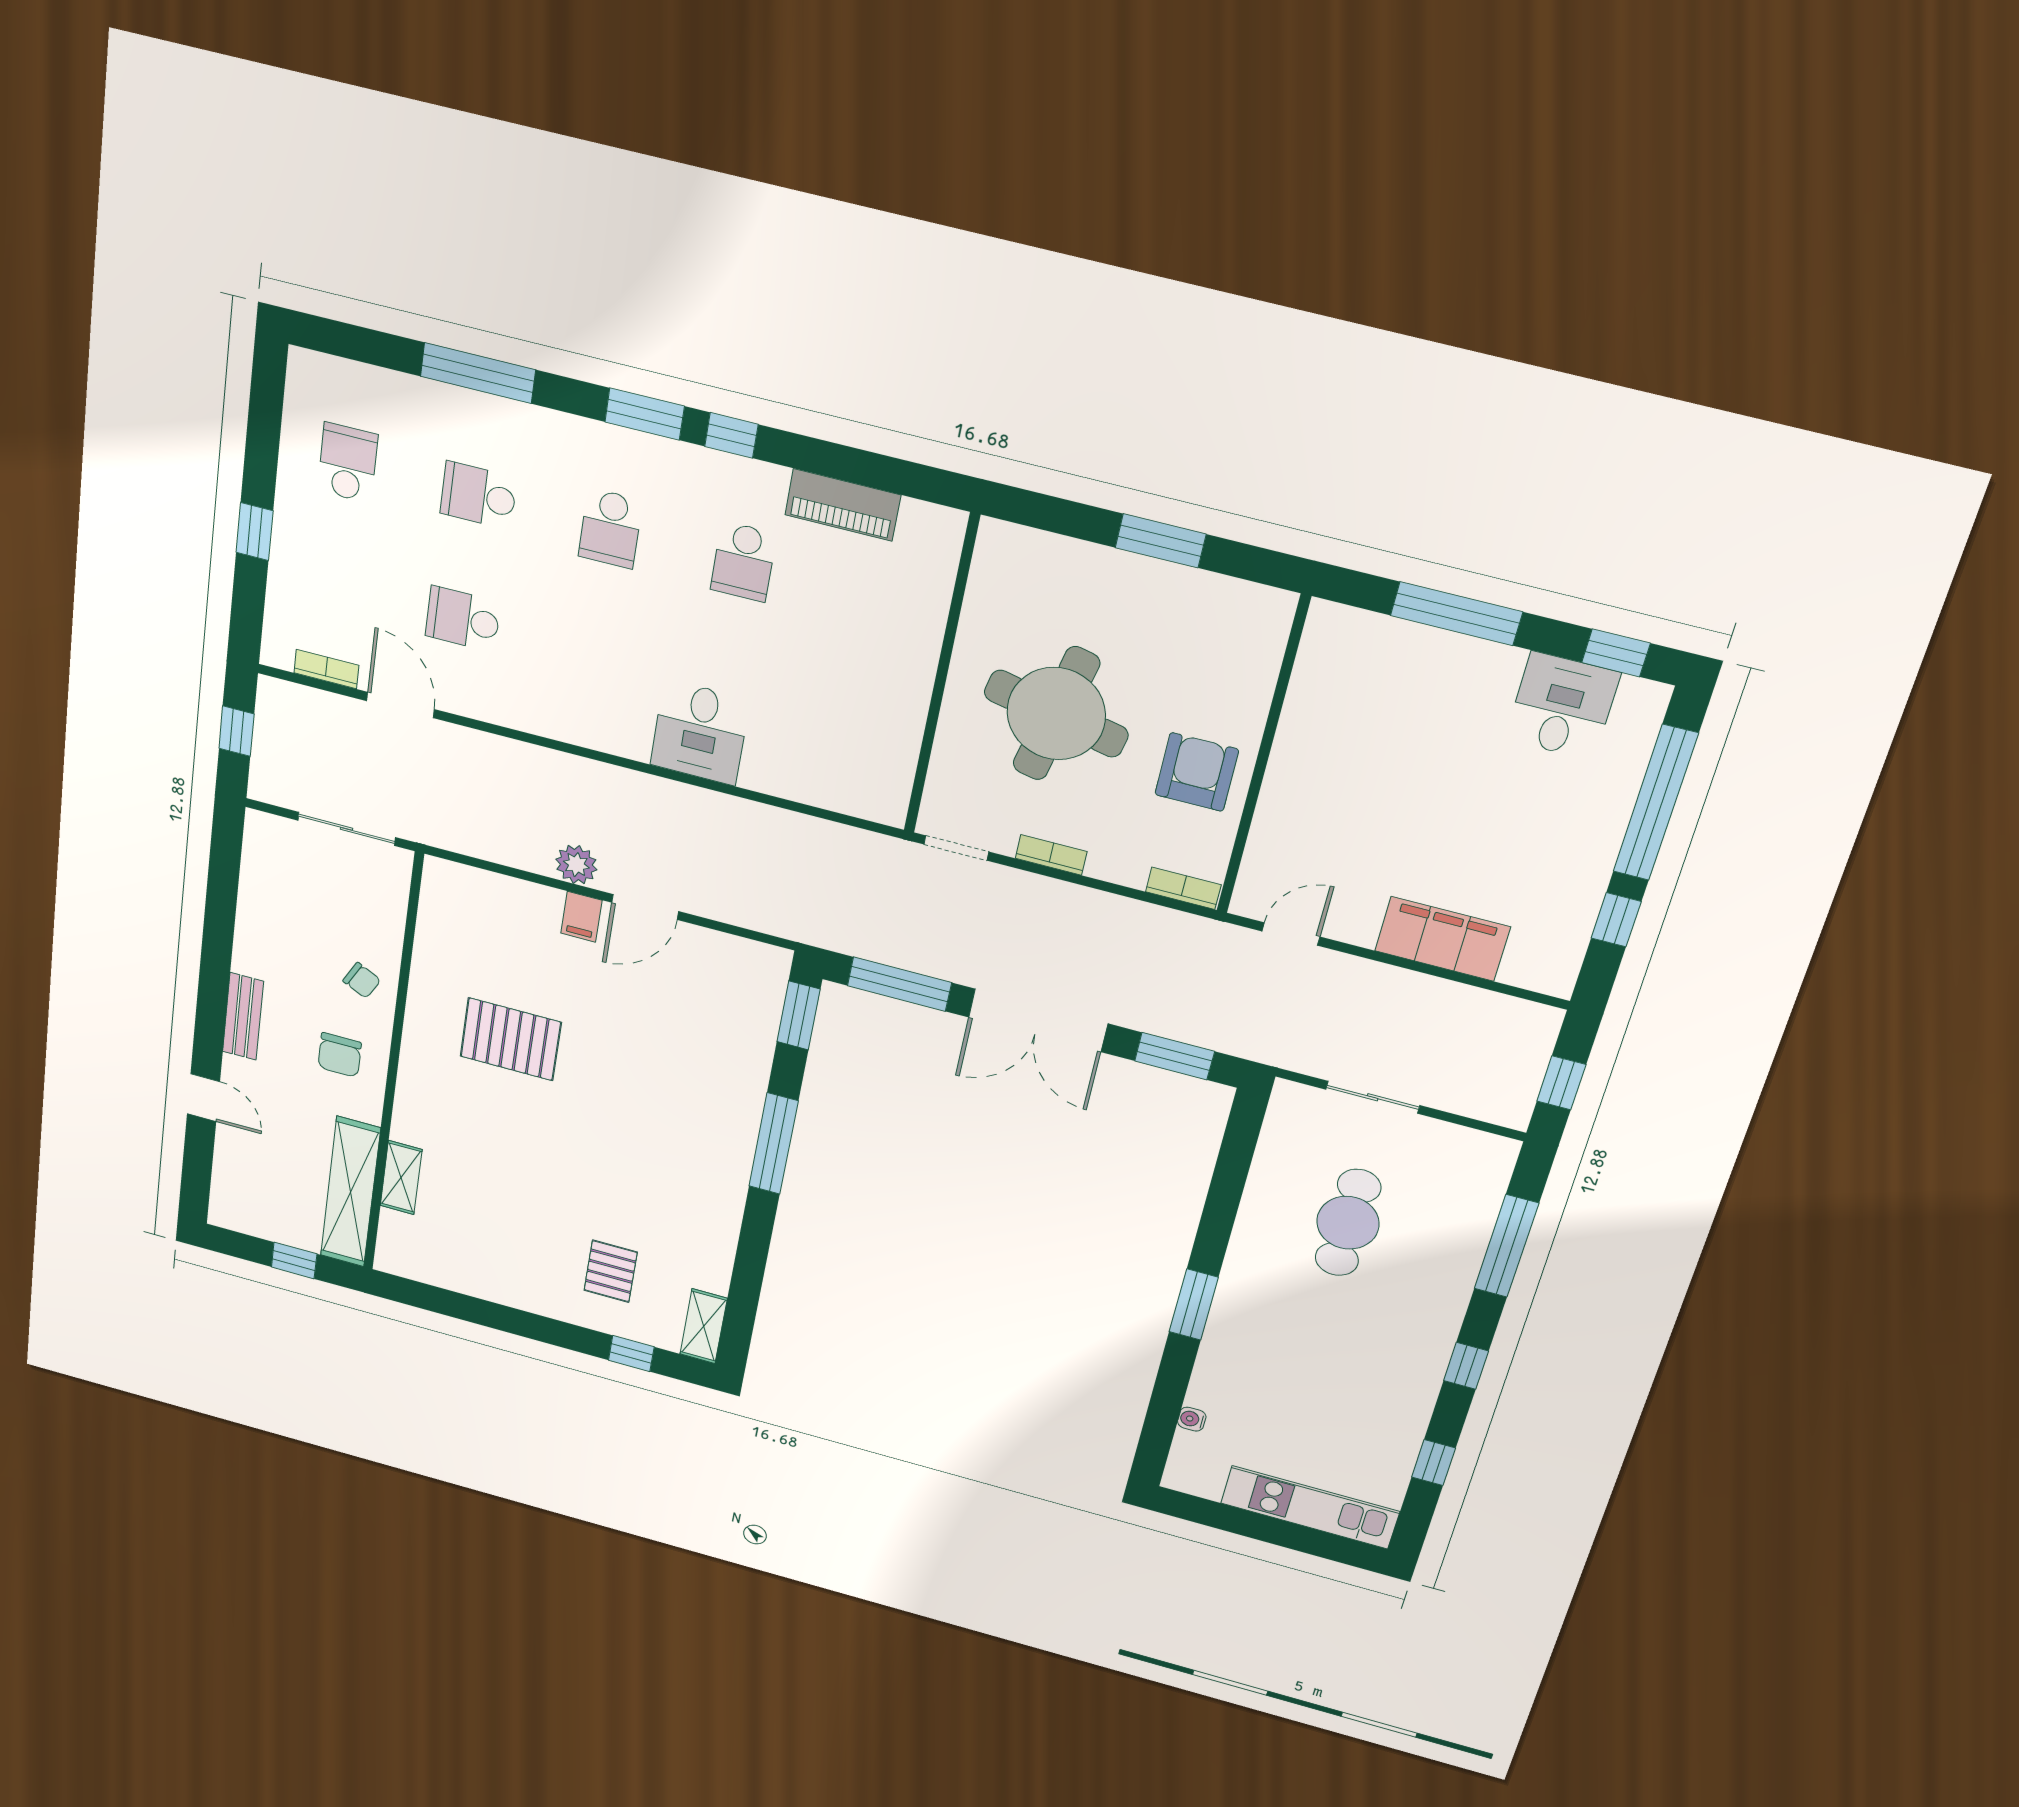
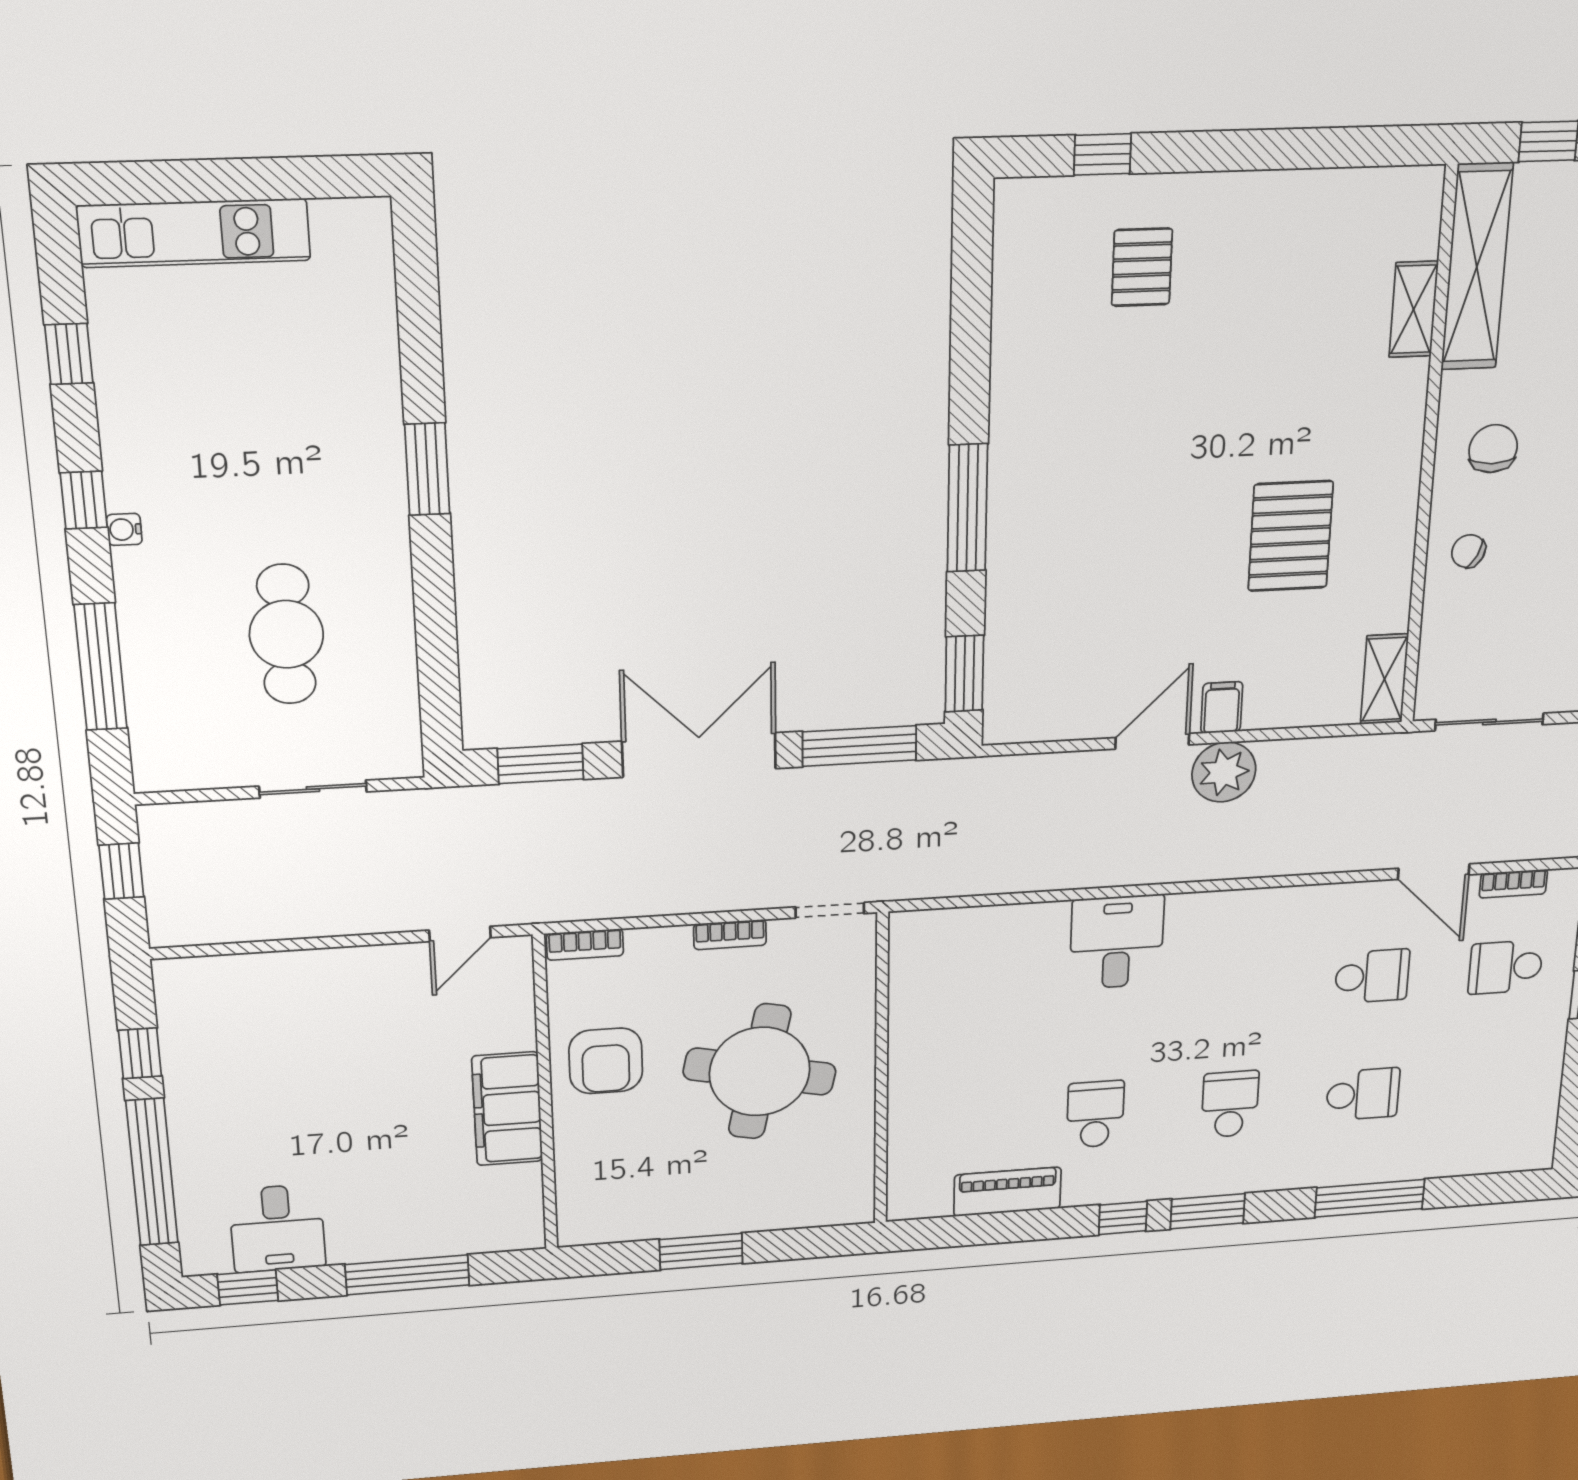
school desk: (348, 463) -> (1505, 967), moved, turned 90
plant: (576, 865) -> (1224, 772), width x1.36, depth x1.36
filing cabinet: (1442, 939) -> (507, 1109), moved, turned 90
pallet: (511, 1039) -> (1291, 536), turned 90
shelving: (704, 1326) -> (1384, 679), moved
water cooler: (1192, 1419) -> (124, 529), moved, turned 180

